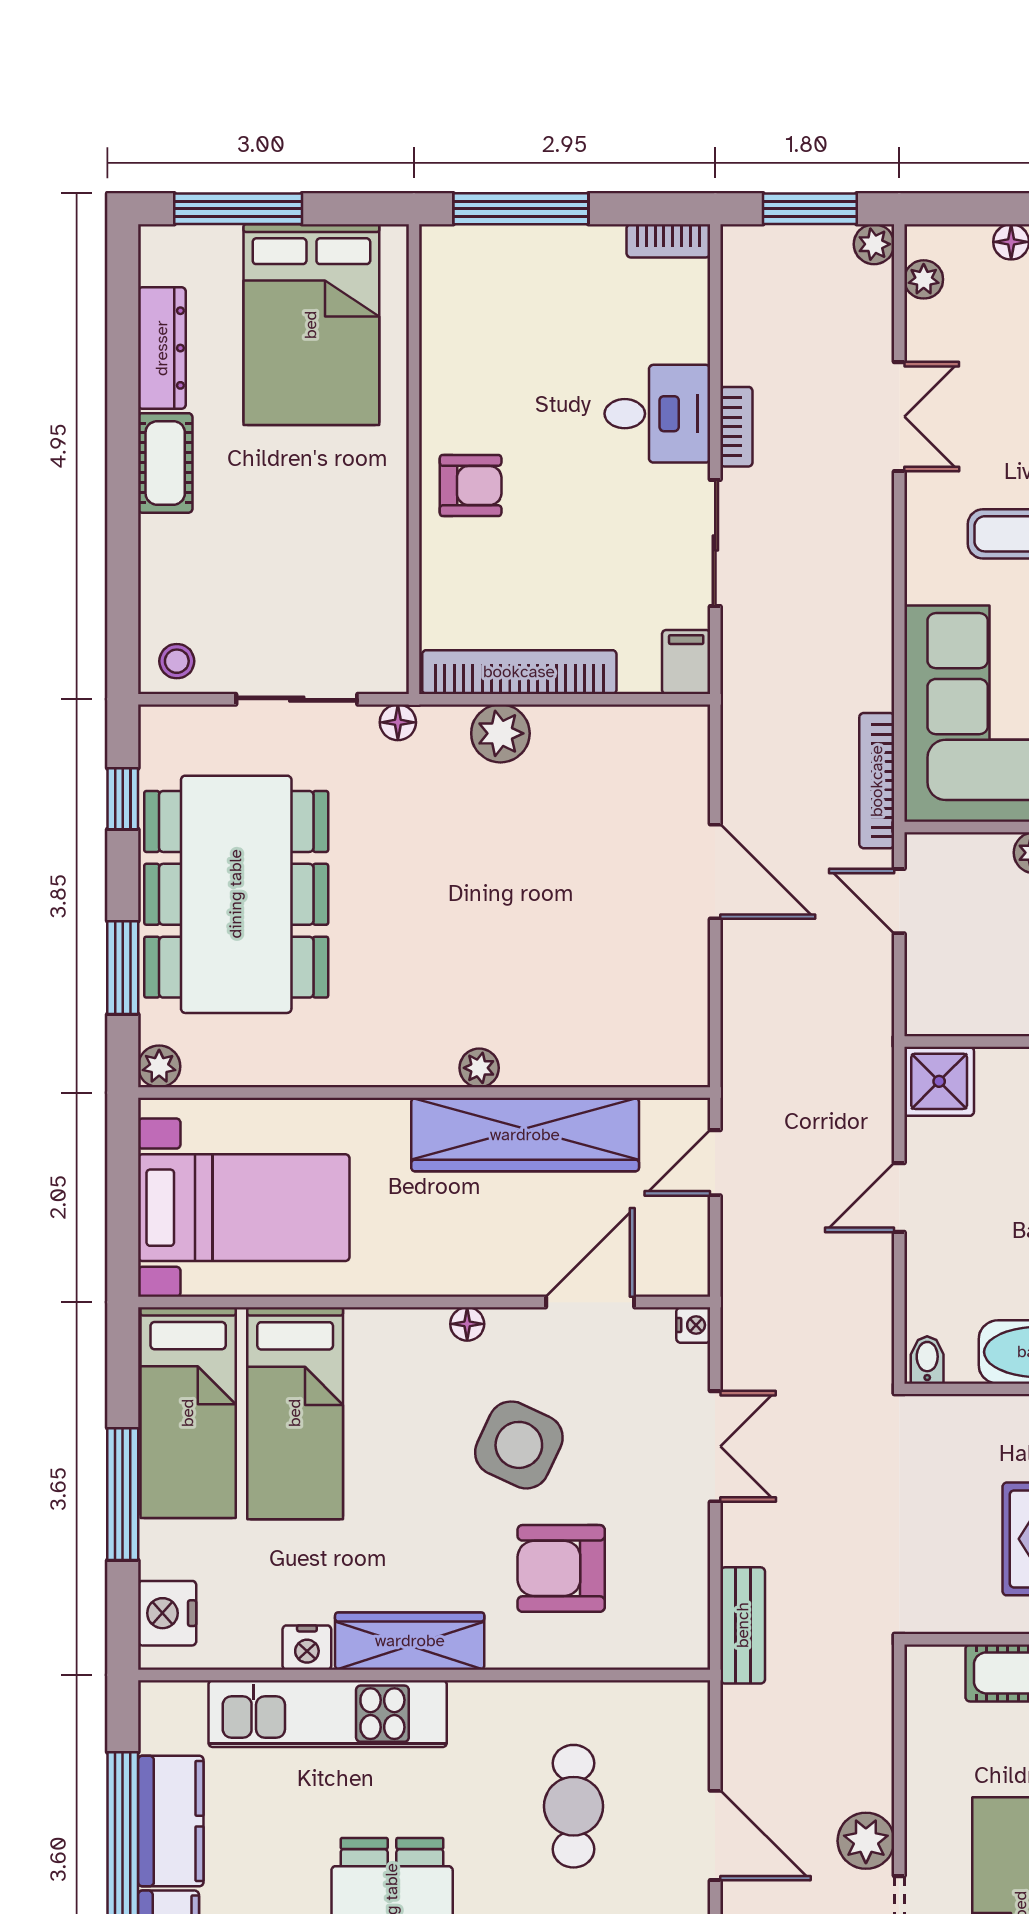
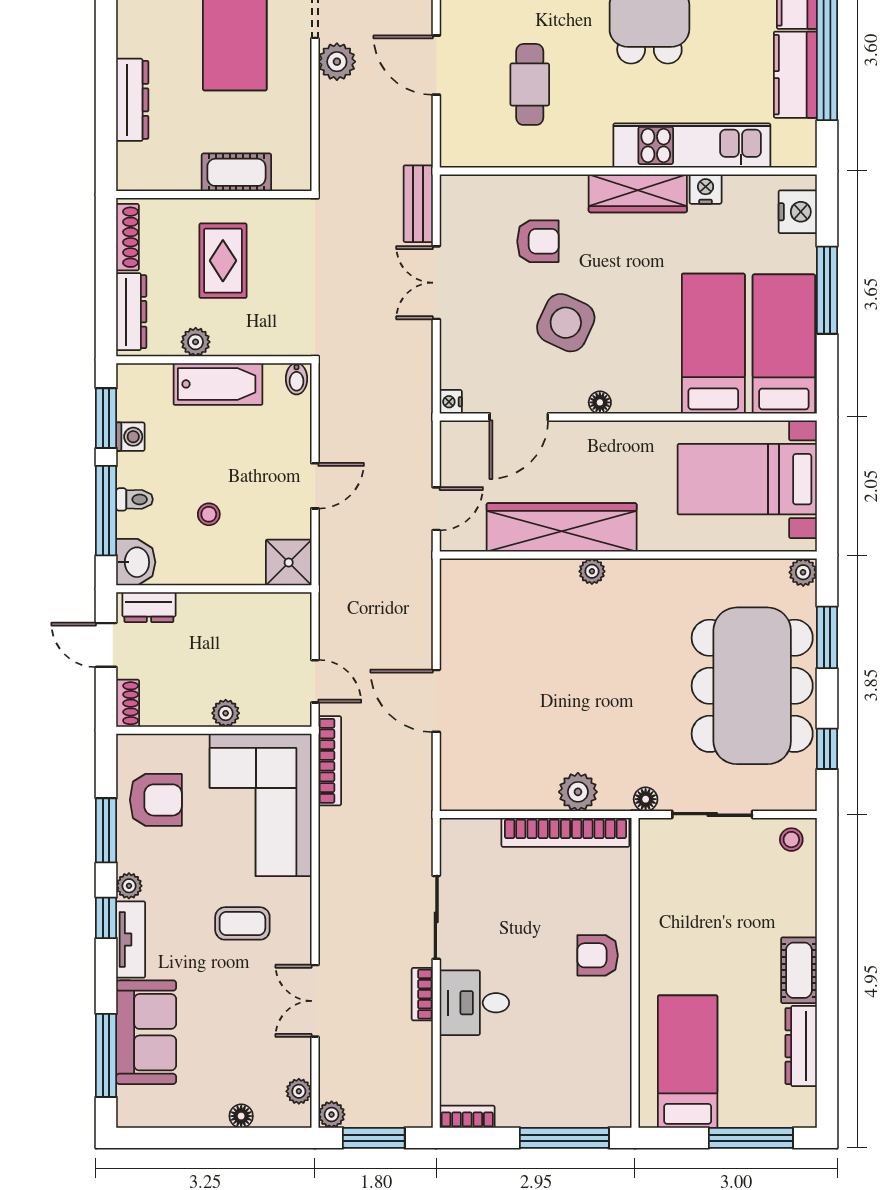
bed: (311, 325) -> (688, 1062), width x0.67
filing cabinet: (686, 662) -> (455, 839), removed
double door: (715, 1446) -> (436, 283), moved
armchair: (561, 1568) -> (538, 241), width x0.72, depth x0.72

